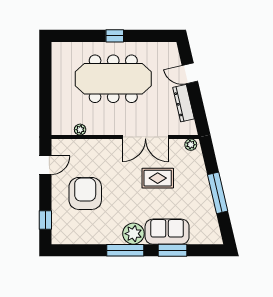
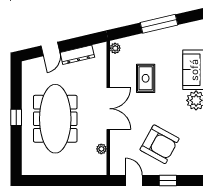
double door: (145, 137) -> (108, 109), moved
armchair: (85, 193) -> (160, 144), turned -151
window: (45, 220) -> (168, 181), moved

